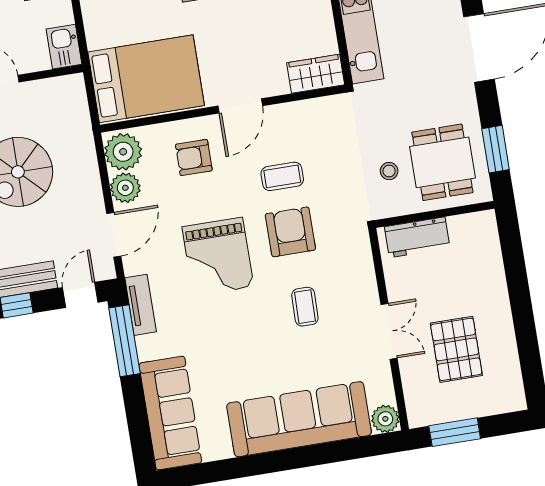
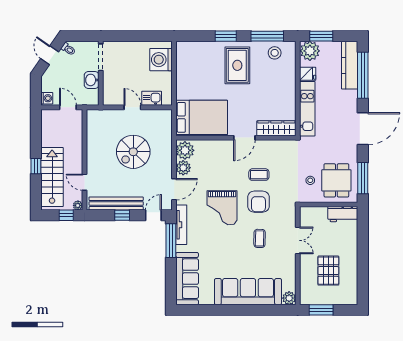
kitchen sink: (64, 47) -> (152, 98), moved, turned 90
wardrobe: (316, 74) -> (276, 128), width x1.50
window: (496, 149) -> (363, 178), width x1.44
armchair: (194, 158) -> (218, 159), removed
armchair: (290, 232) -> (258, 202), turned 180
workbench: (417, 237) -> (343, 214), moved
tv unit: (141, 305) -> (181, 225), width x1.41
double door: (389, 331) -> (298, 240), moved

